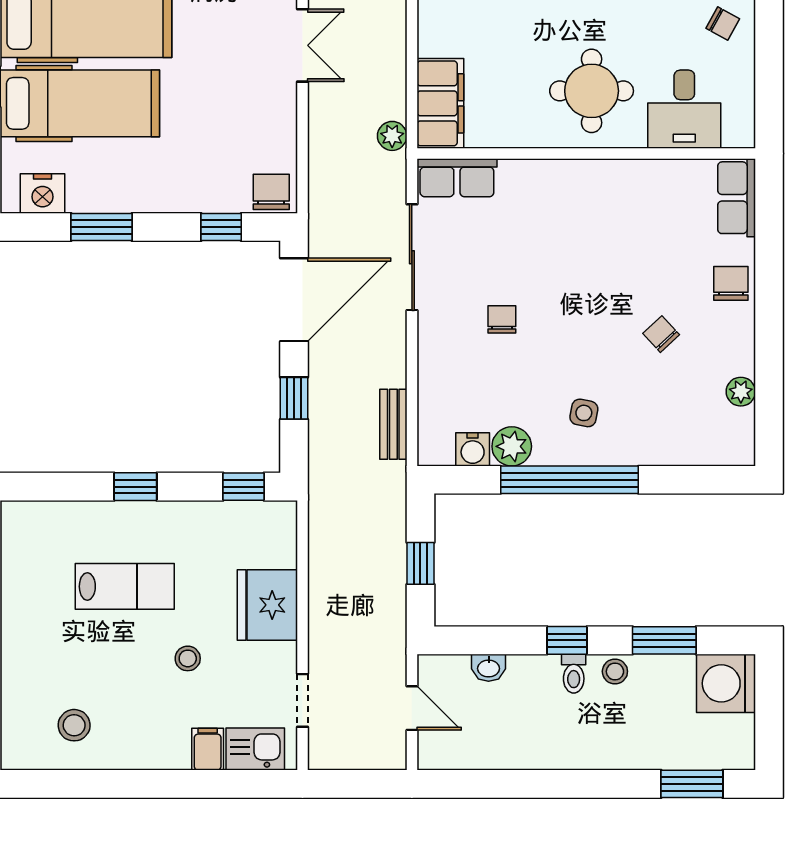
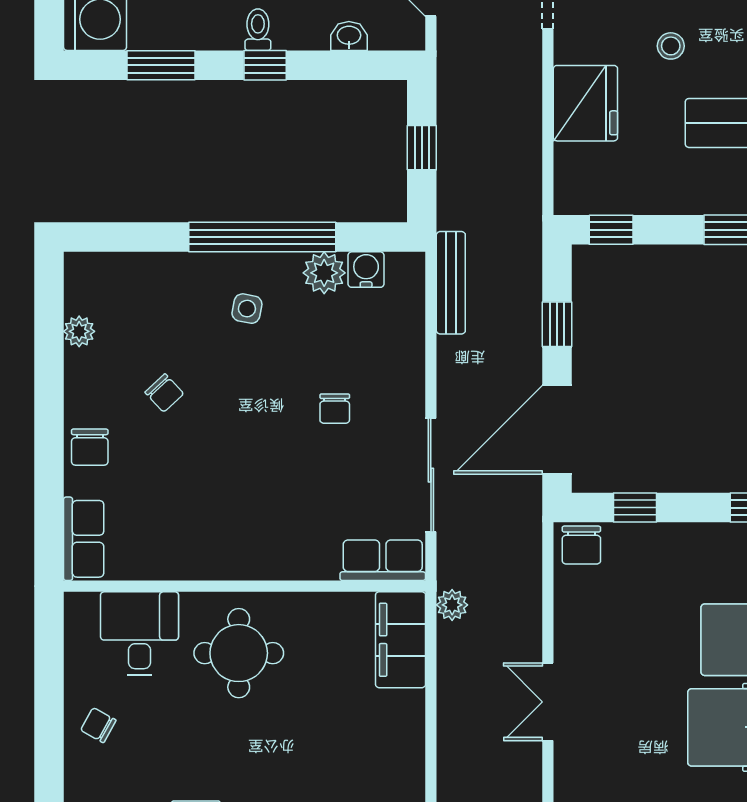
bench: (393, 424) -> (451, 283), width x1.36
stool: (615, 671) -> (214, 32), removed

